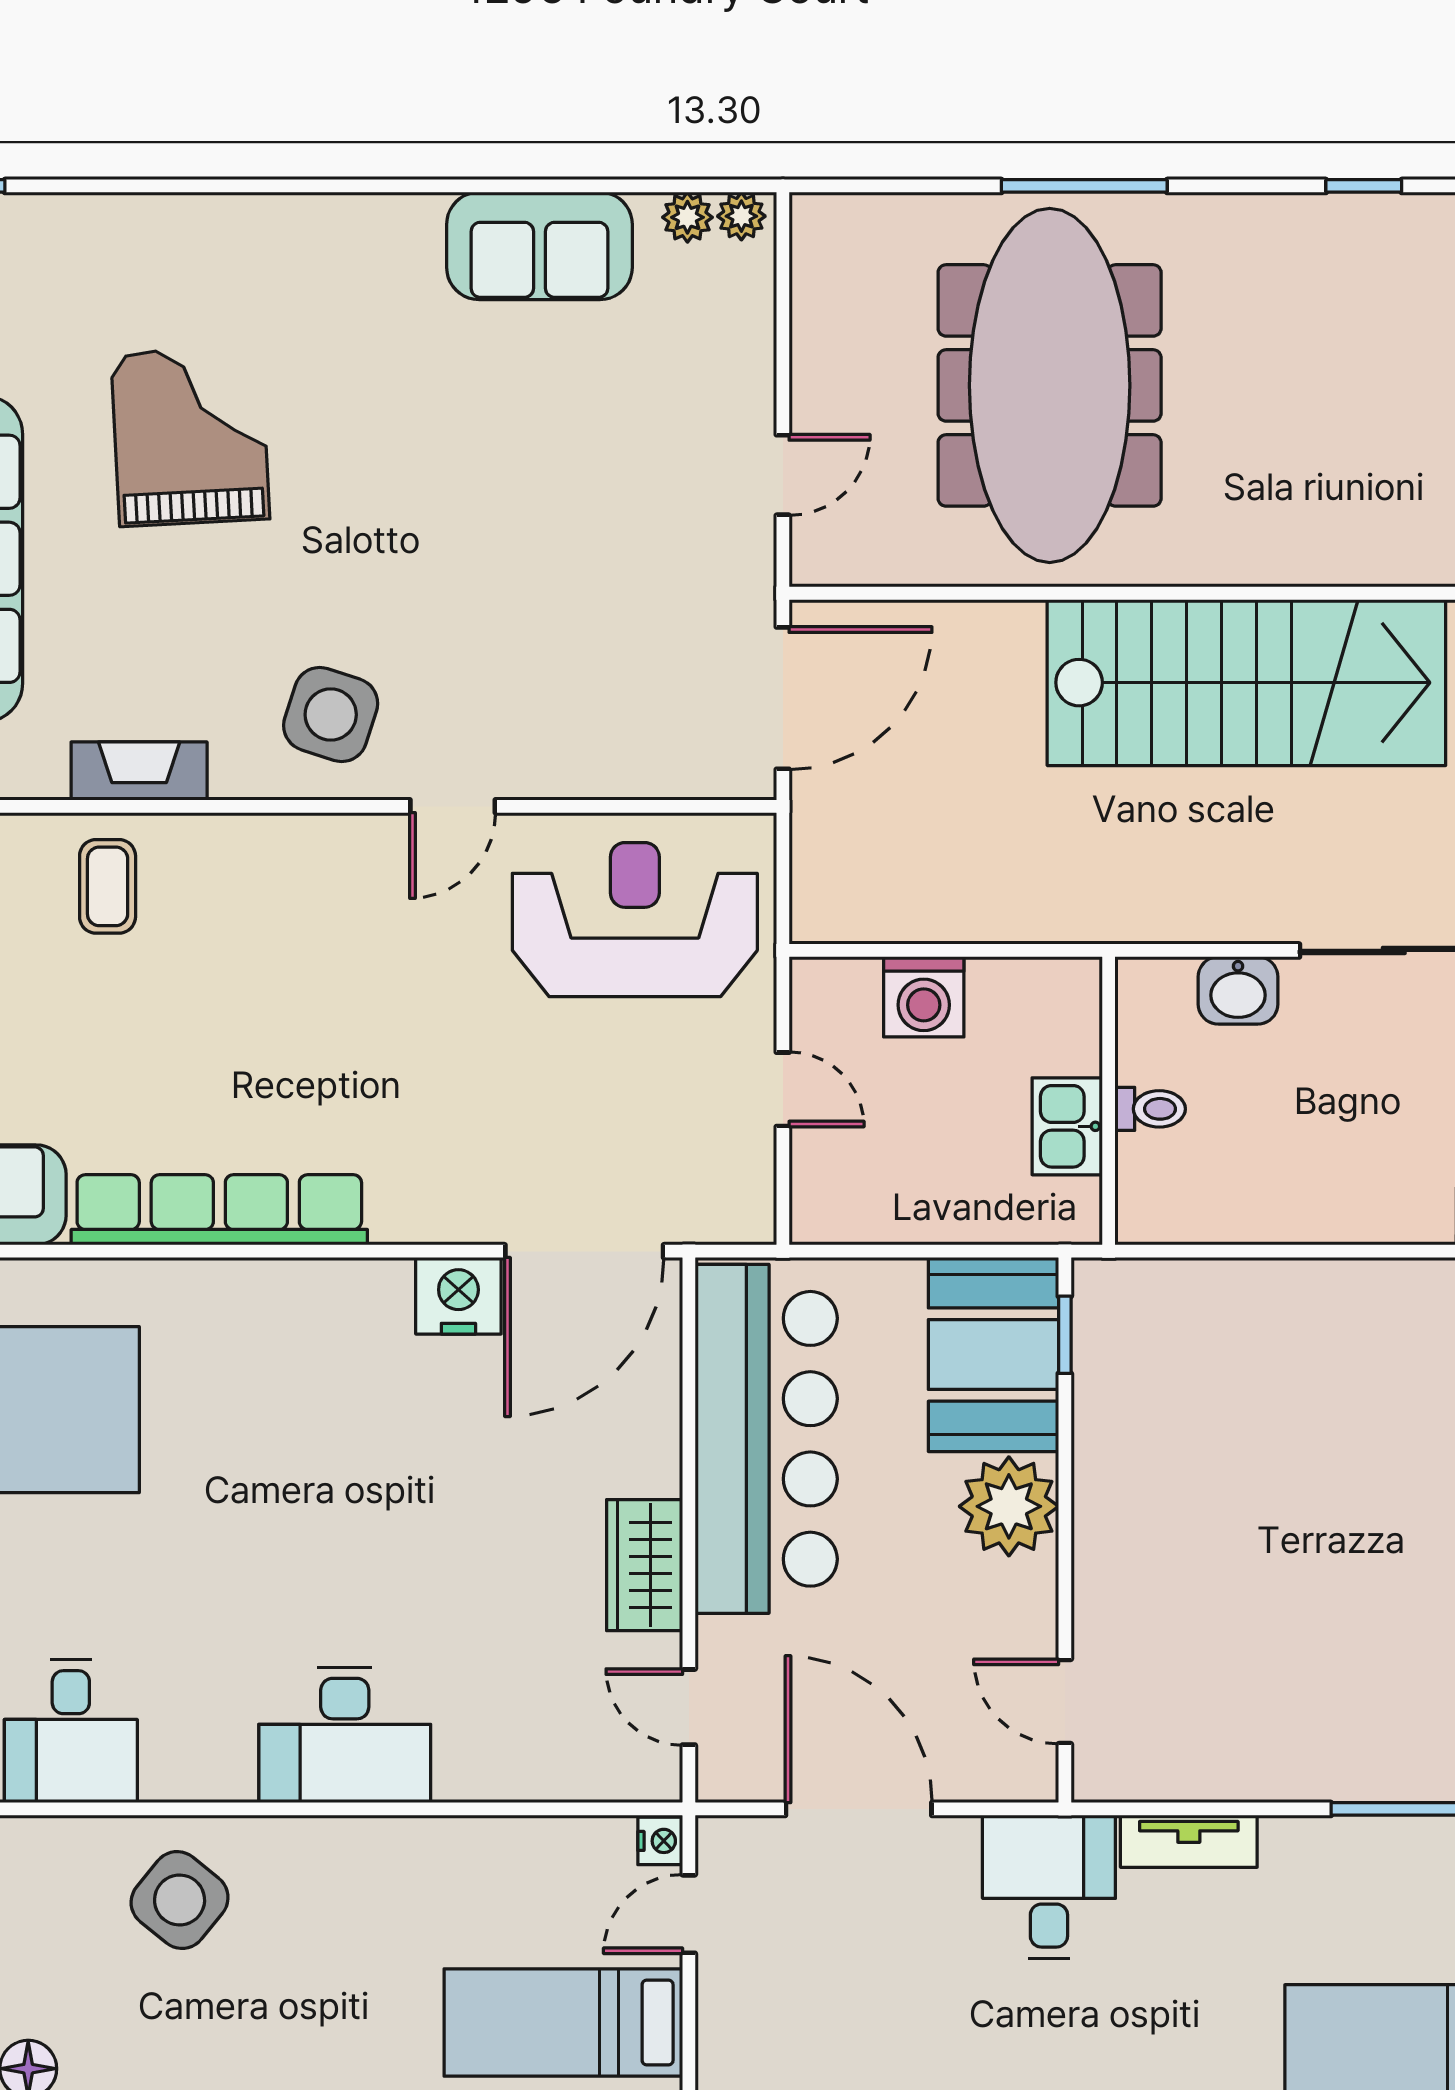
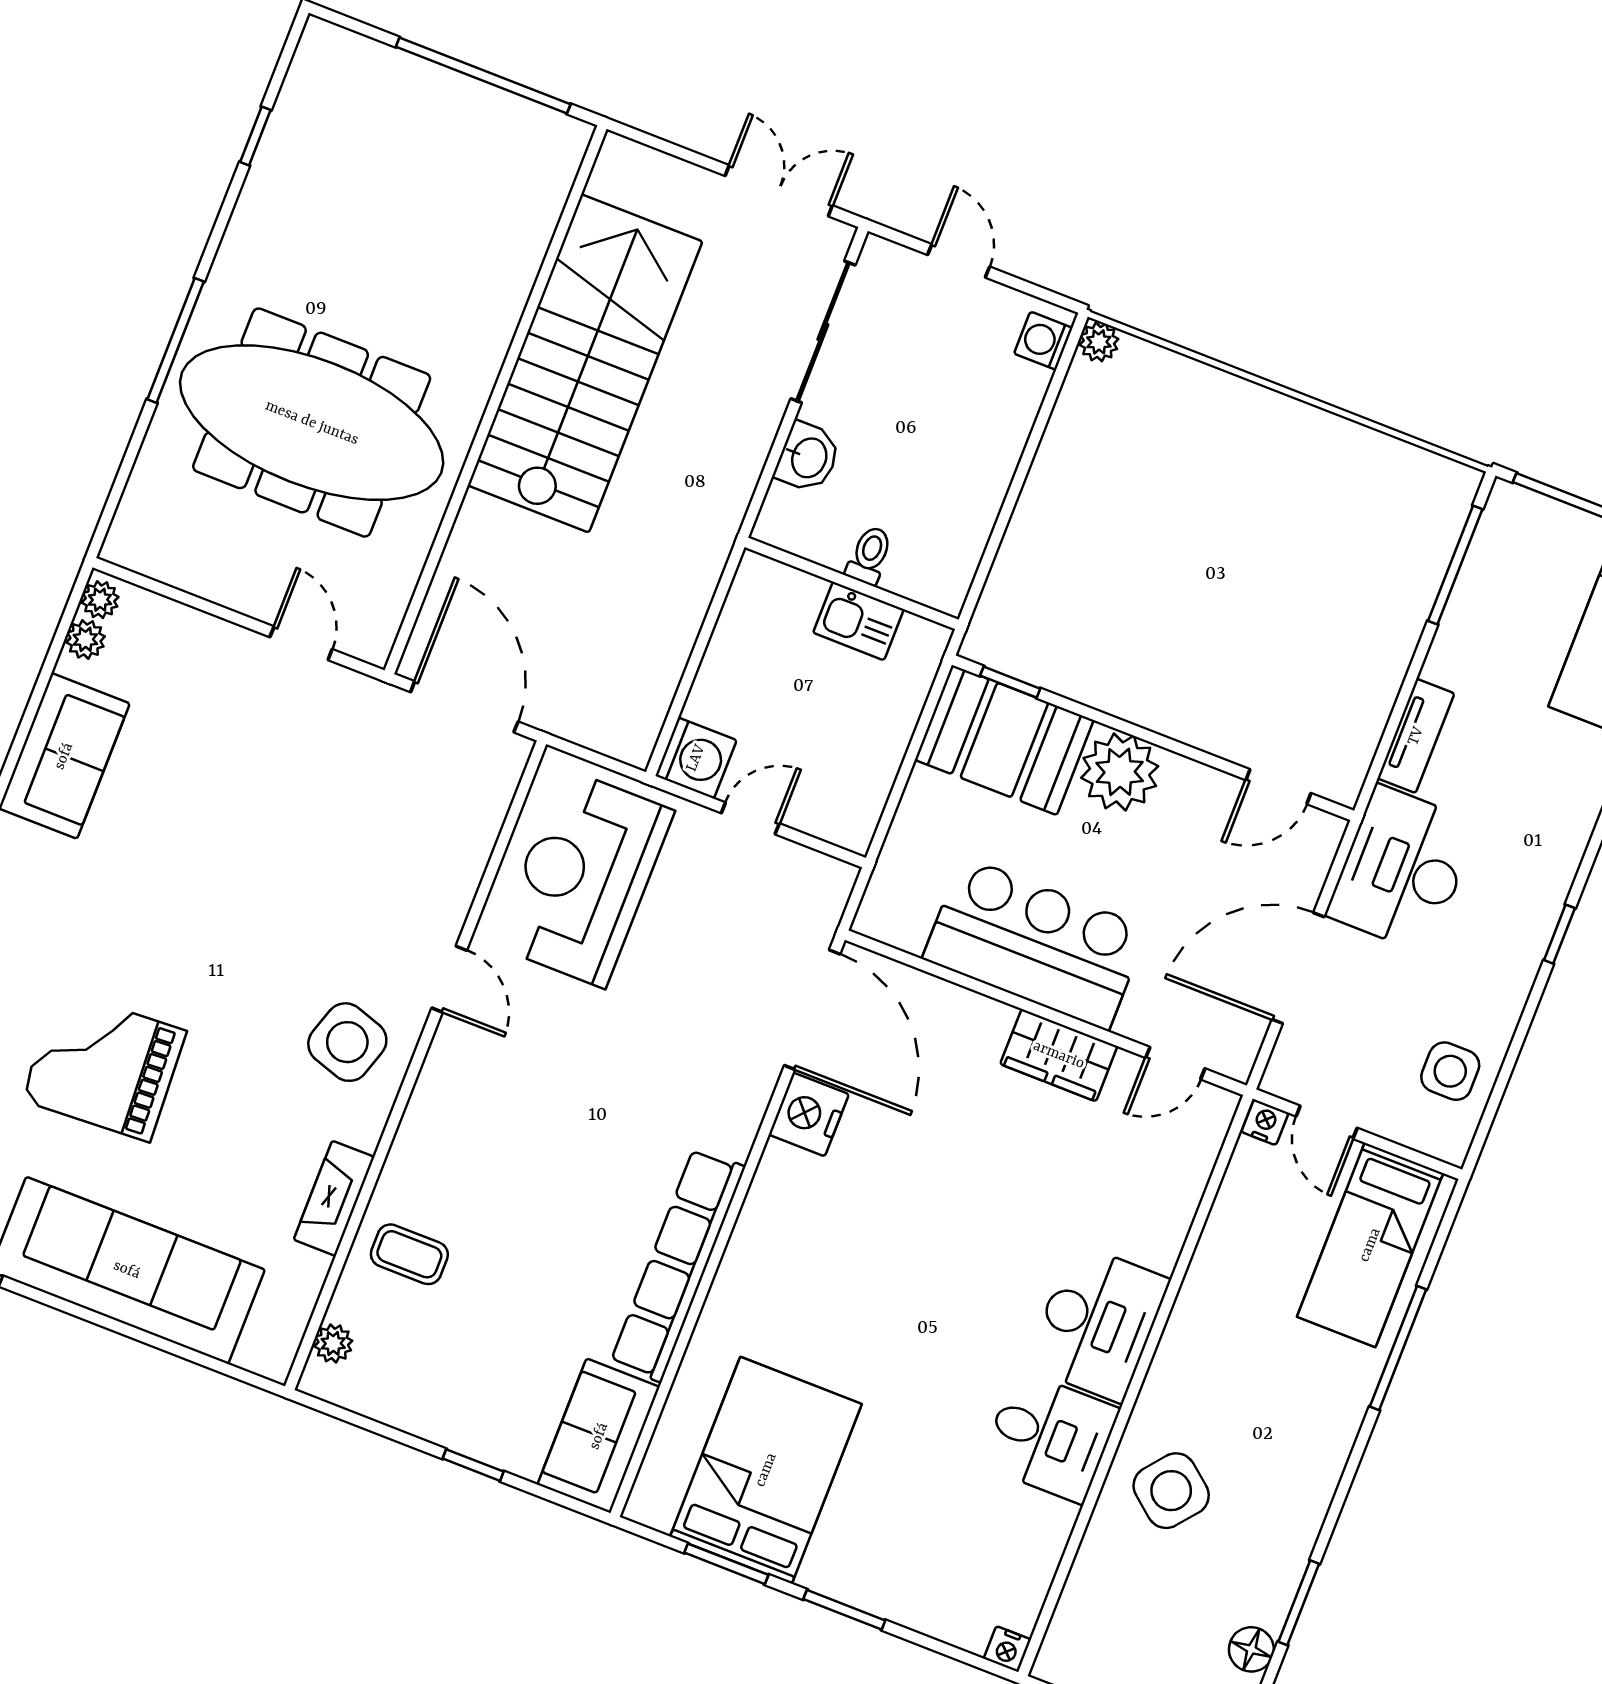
washing machine: (924, 997) -> (696, 758), moved
bar counter: (766, 1439) -> (1035, 943), width x0.73
desk: (71, 1731) -> (1050, 1437), moved
desk: (1049, 1887) -> (1402, 869), width x1.37
side table: (807, 2037) -> (1450, 1071), added

